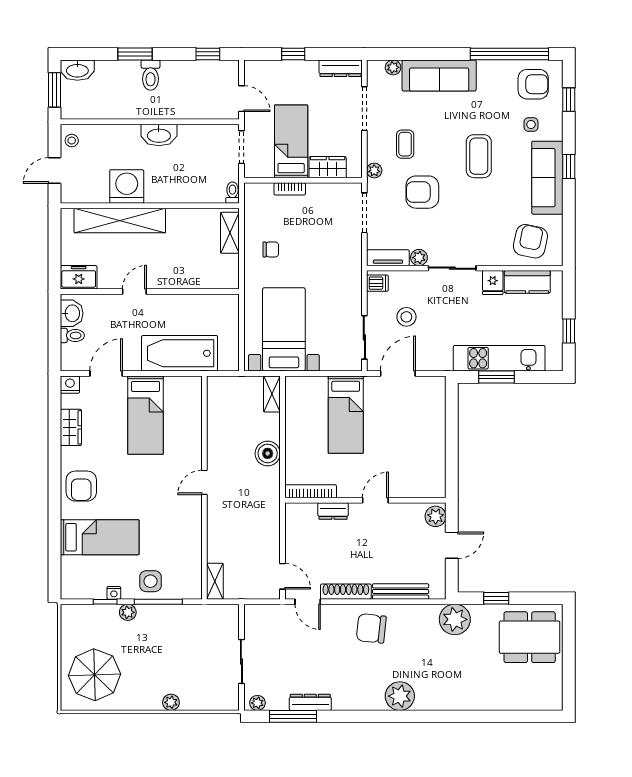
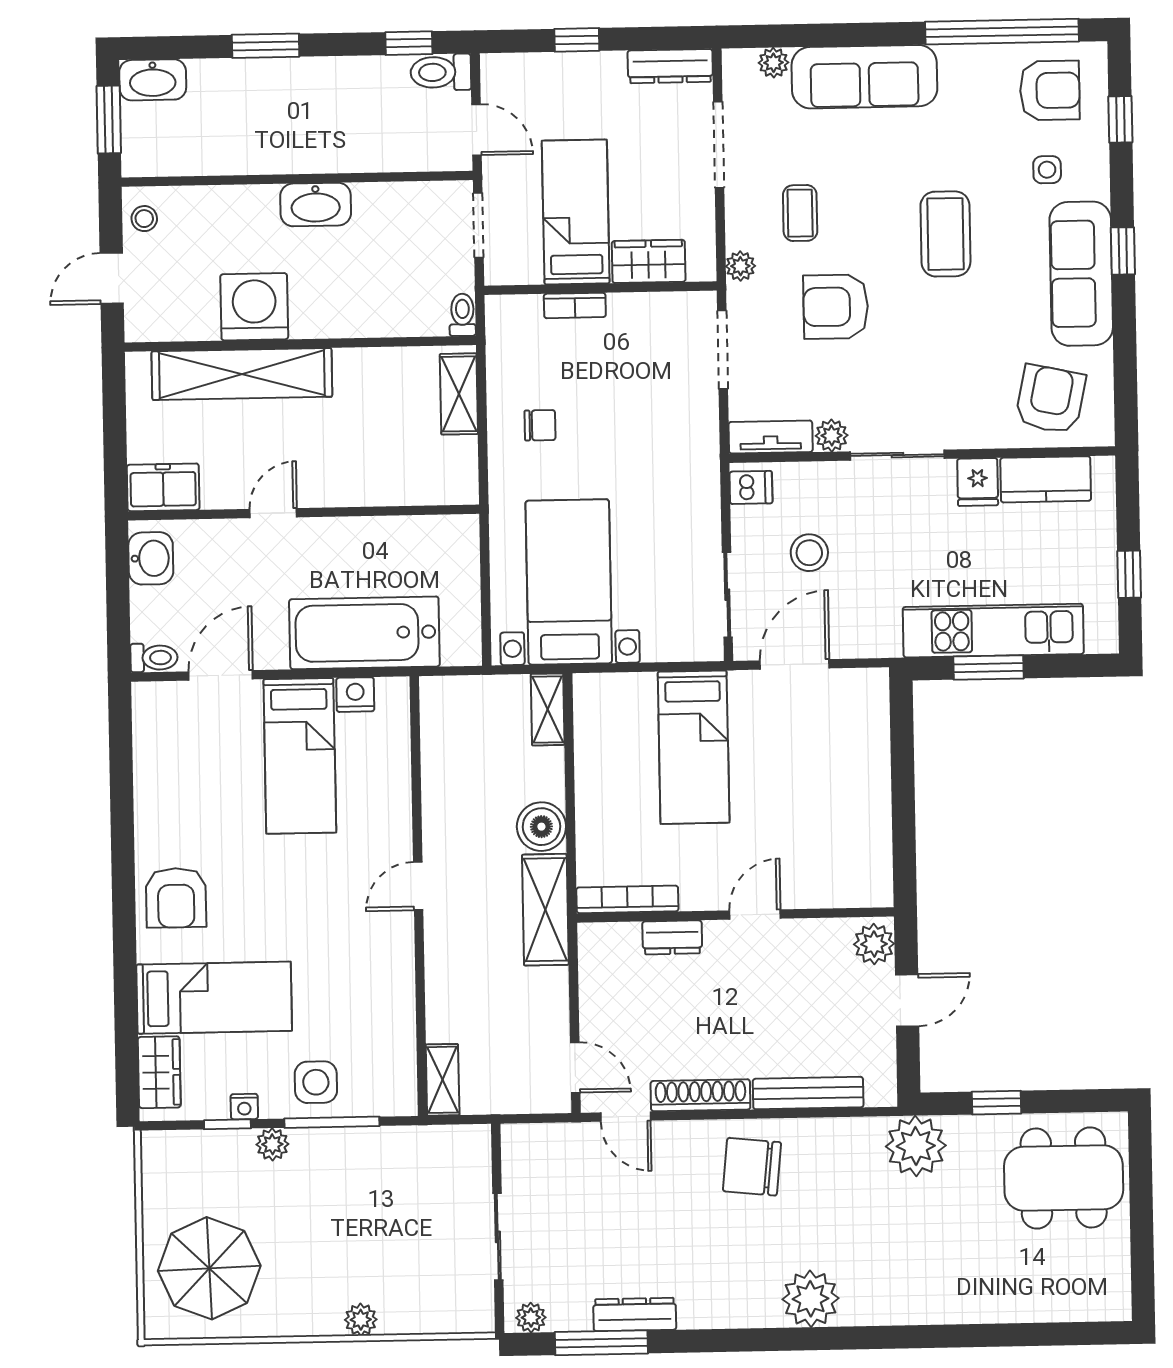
toilet: (151, 75) -> (441, 72), moved, turned 90
toilet: (72, 335) -> (154, 658), moved
nightstand: (70, 385) -> (355, 695), moved
wardrobe: (71, 427) -> (159, 1072), moved
shelving: (269, 496) -> (545, 910), added

